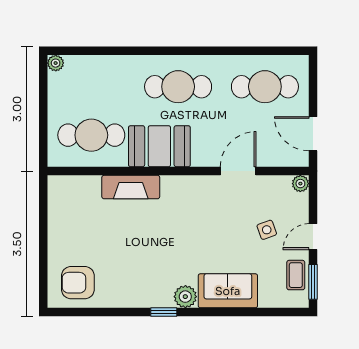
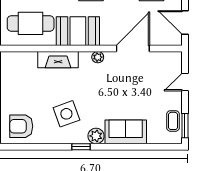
door: (238, 171) -> (133, 48), width x1.36
plant: (300, 184) -> (98, 57), moved
side table: (267, 230) -> (66, 114), moved, width x1.87, depth x1.87
door: (313, 237) -> (185, 82), moved

